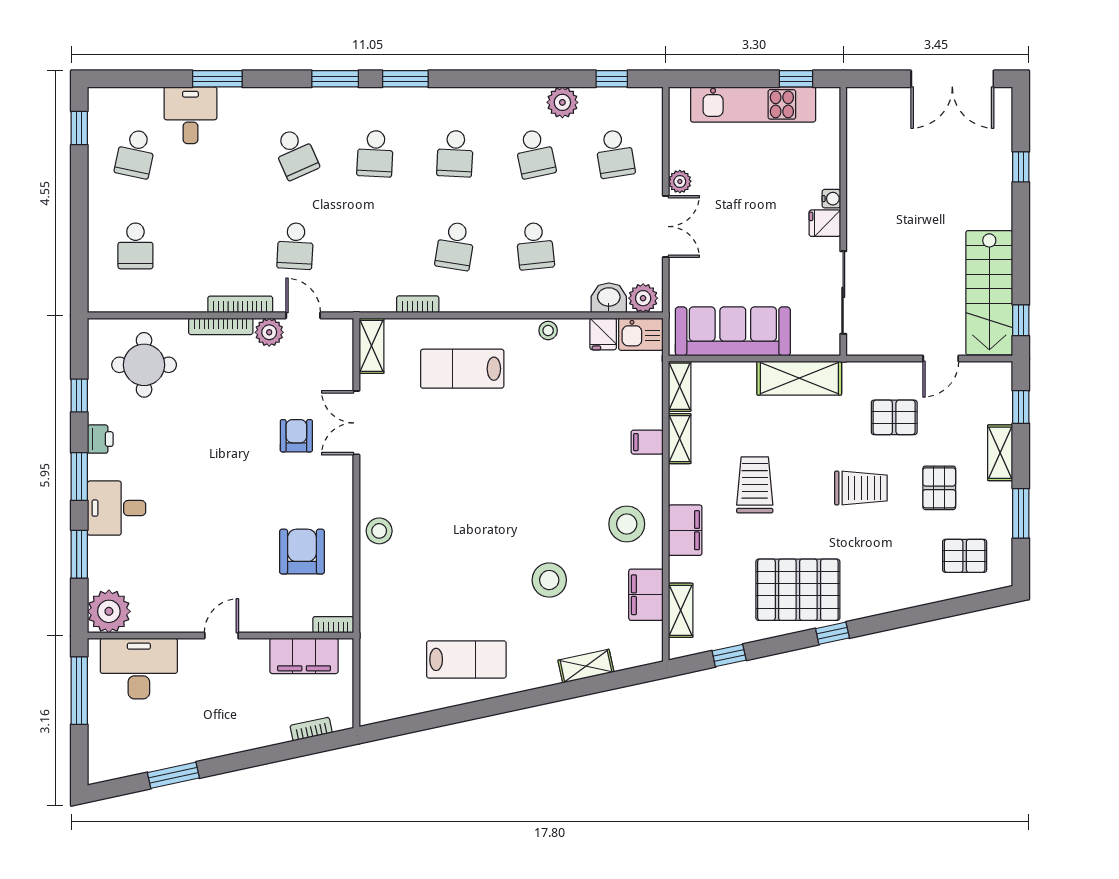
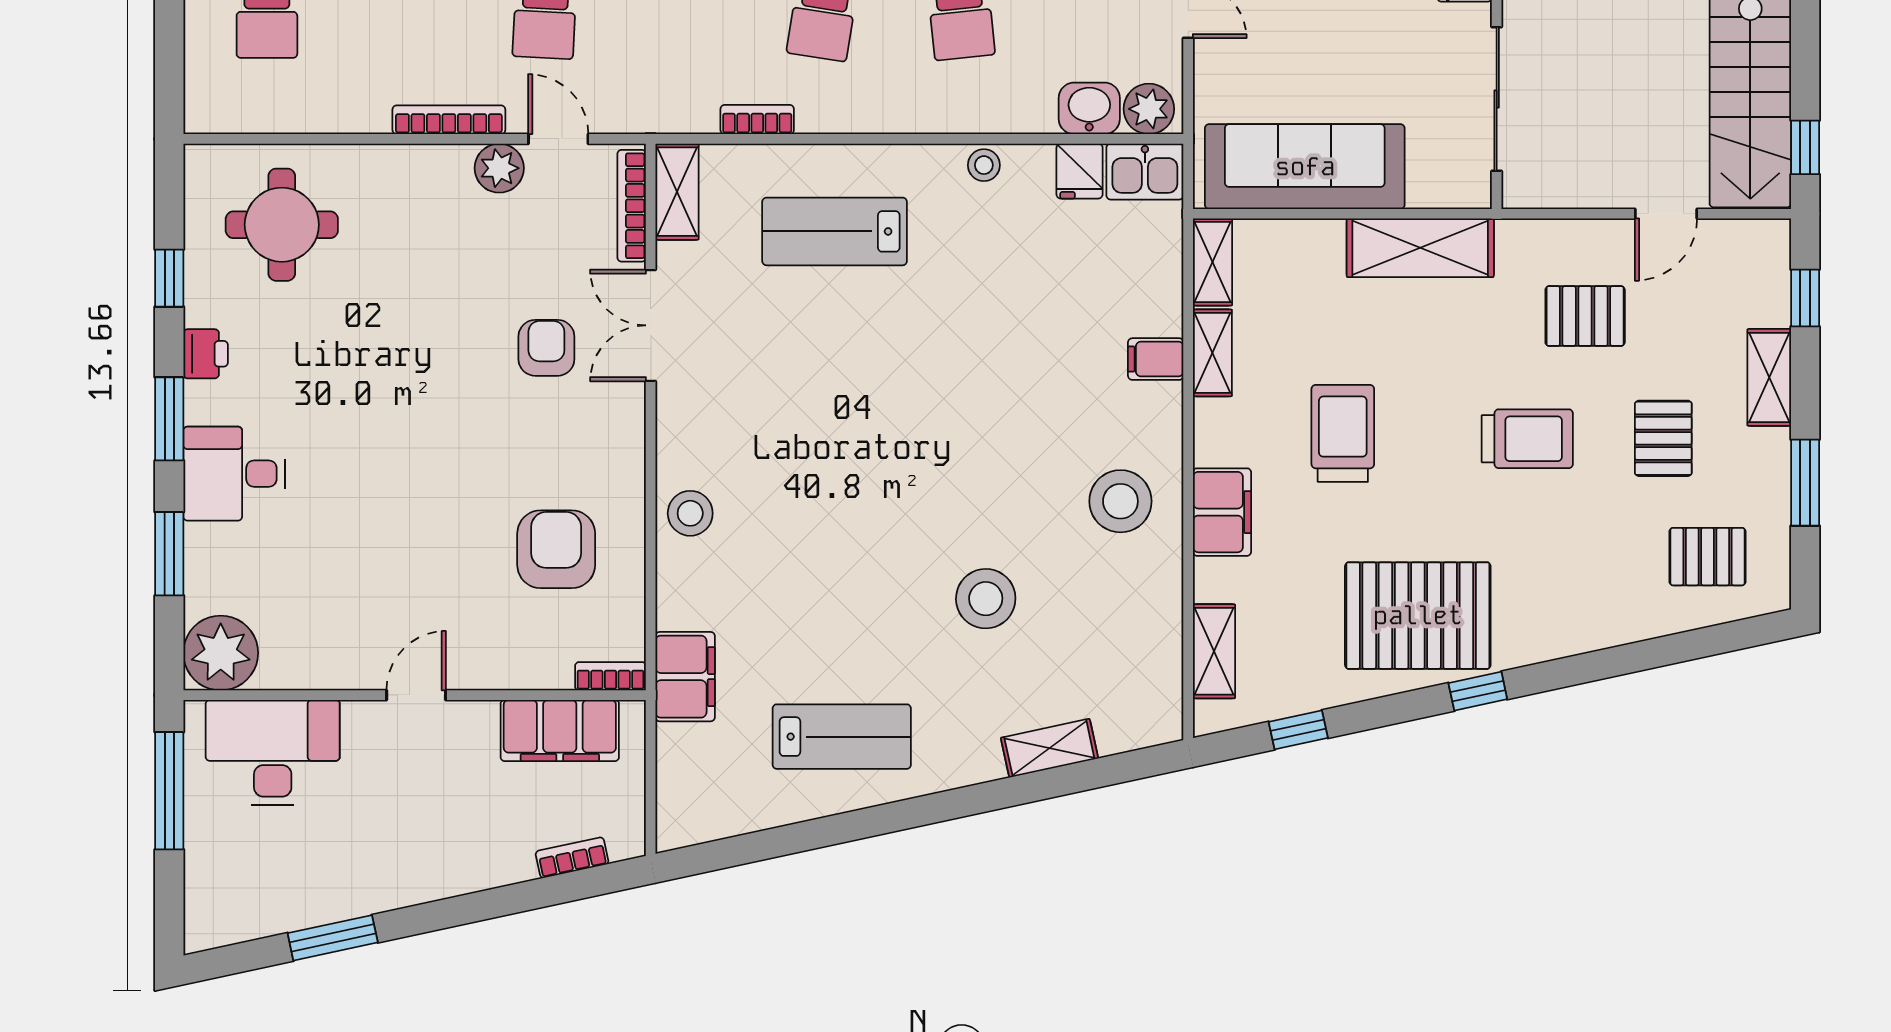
bookcase: (221, 326) -> (632, 206), moved, turned 90
filing cabinet: (646, 595) -> (685, 677), moved, turned 180

